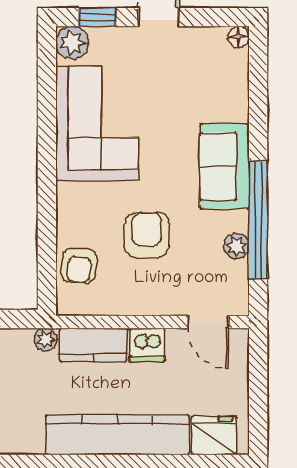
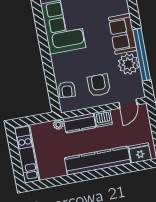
armchair: (147, 235) -> (99, 85), moved
plant: (236, 246) -> (129, 64), width x1.88, depth x1.88
door: (208, 322) -> (128, 104), hinge flipped

